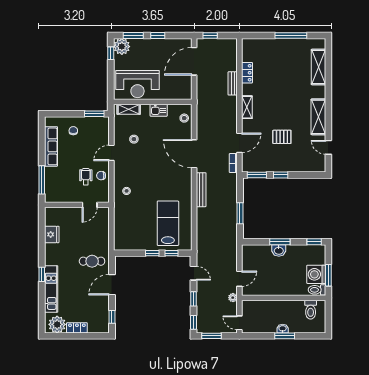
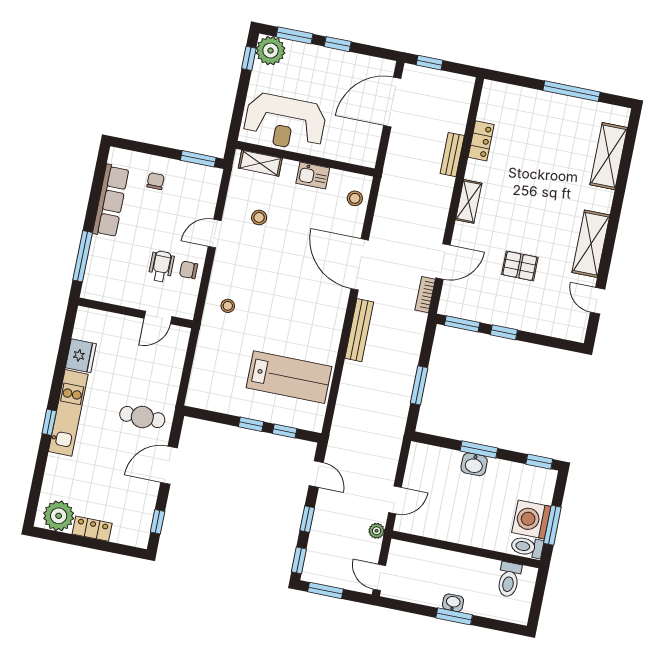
lab bench: (168, 223) -> (289, 377), turned 90
kitchen unit: (51, 289) -> (68, 413), moved

